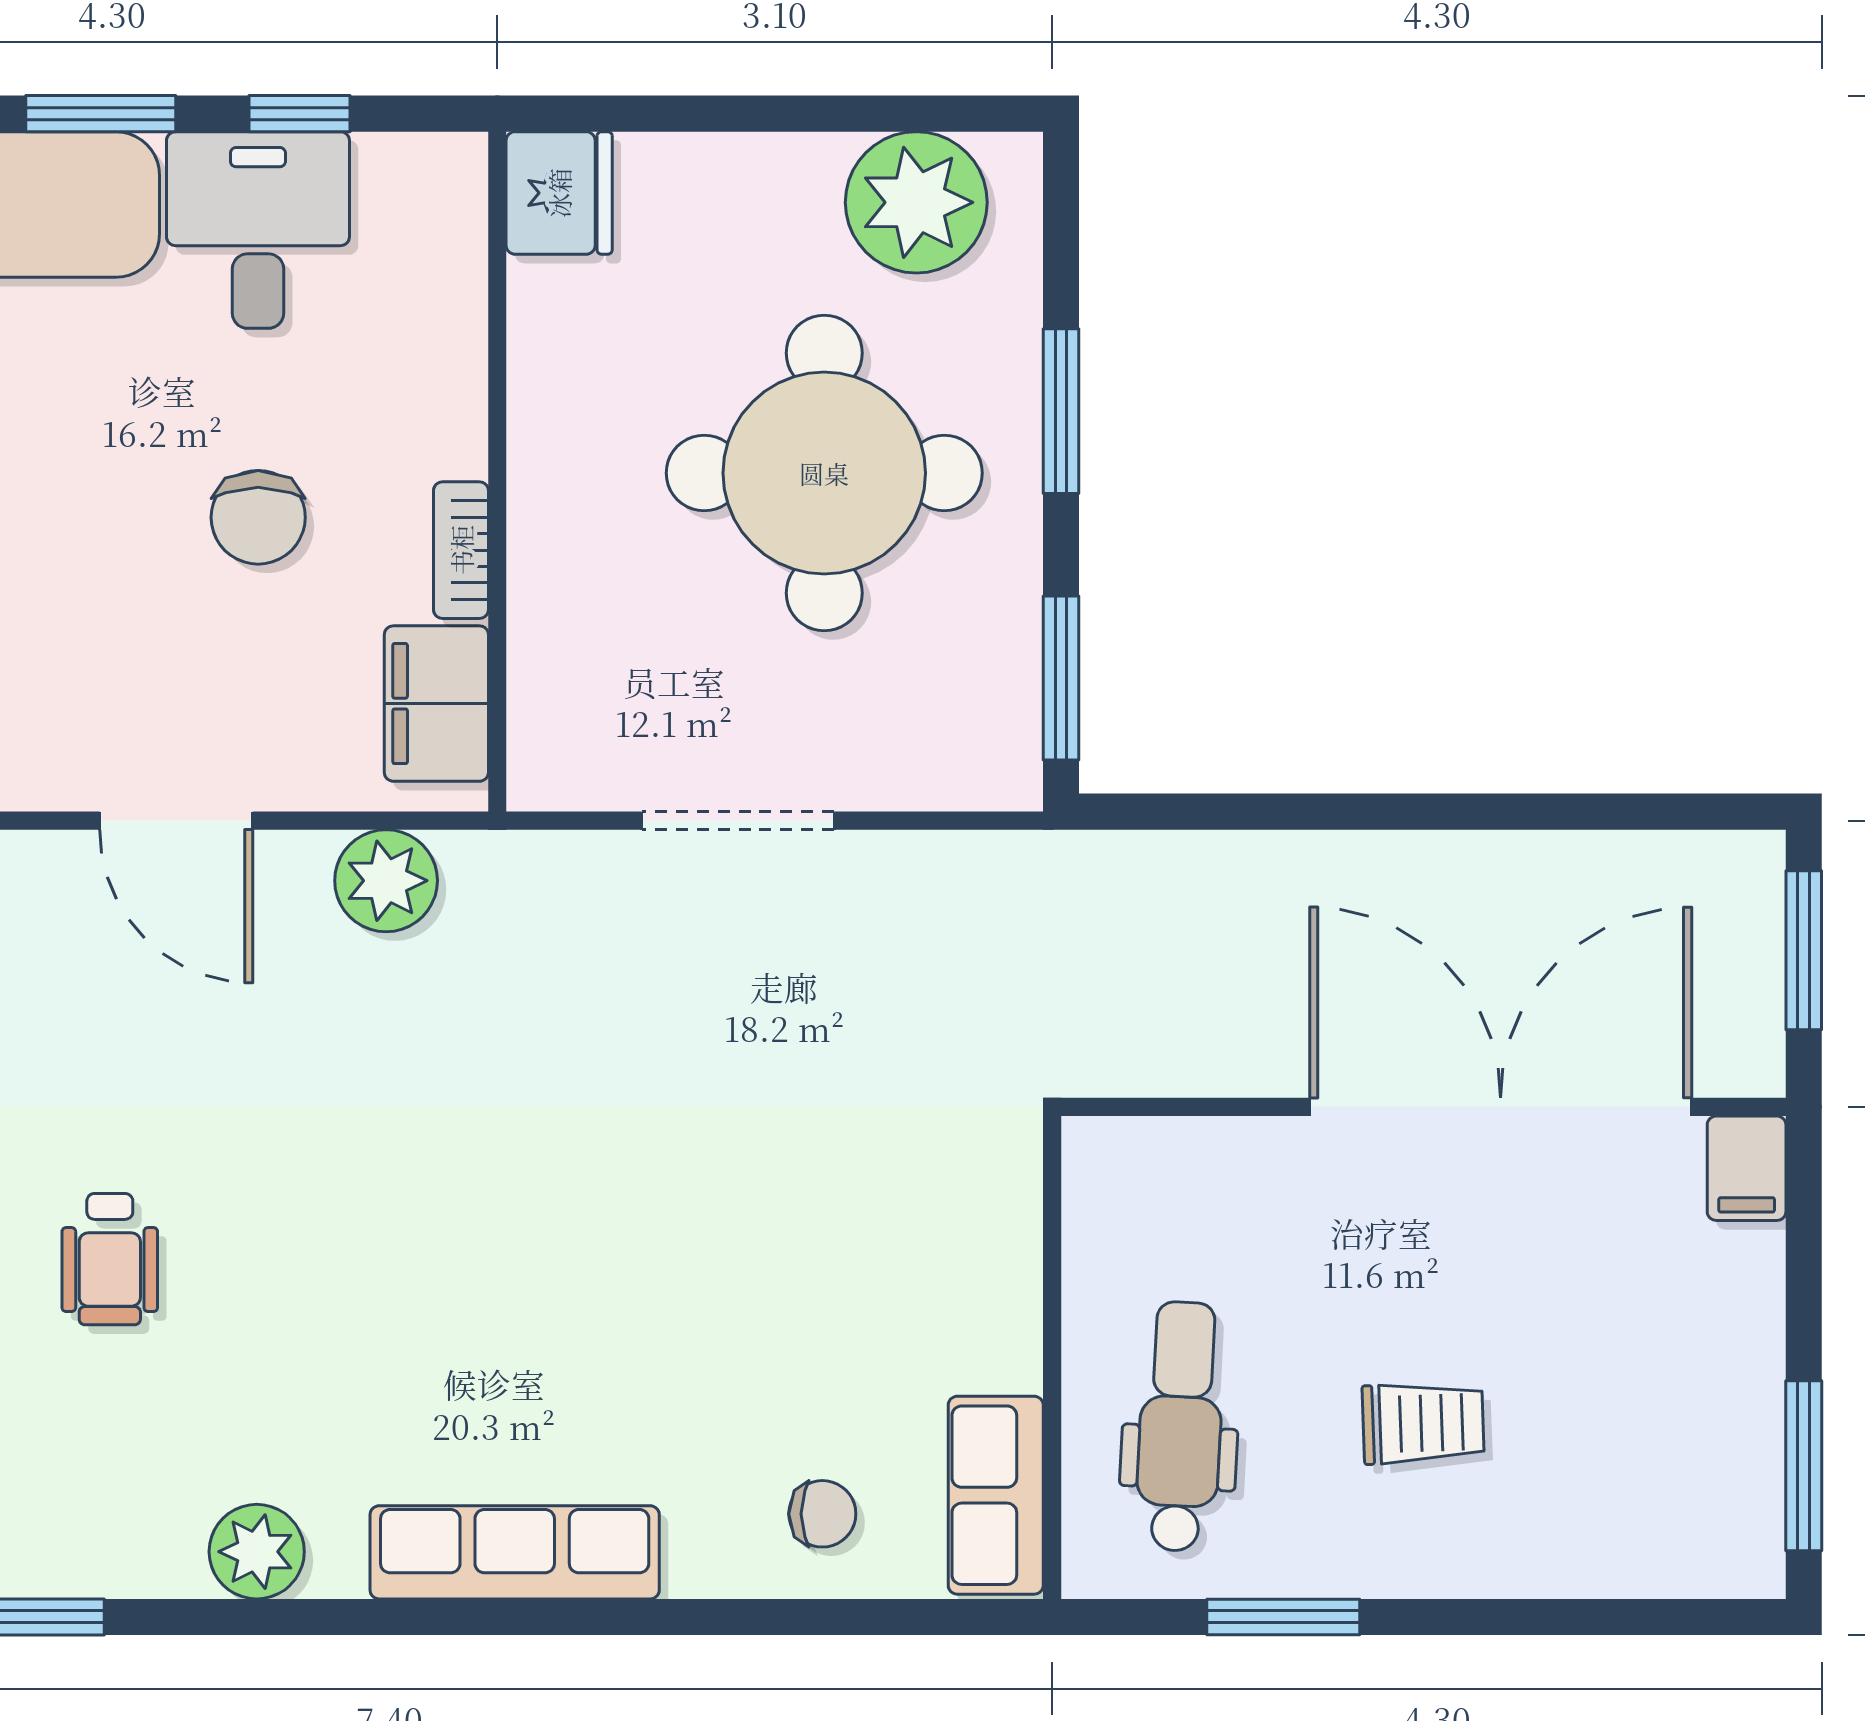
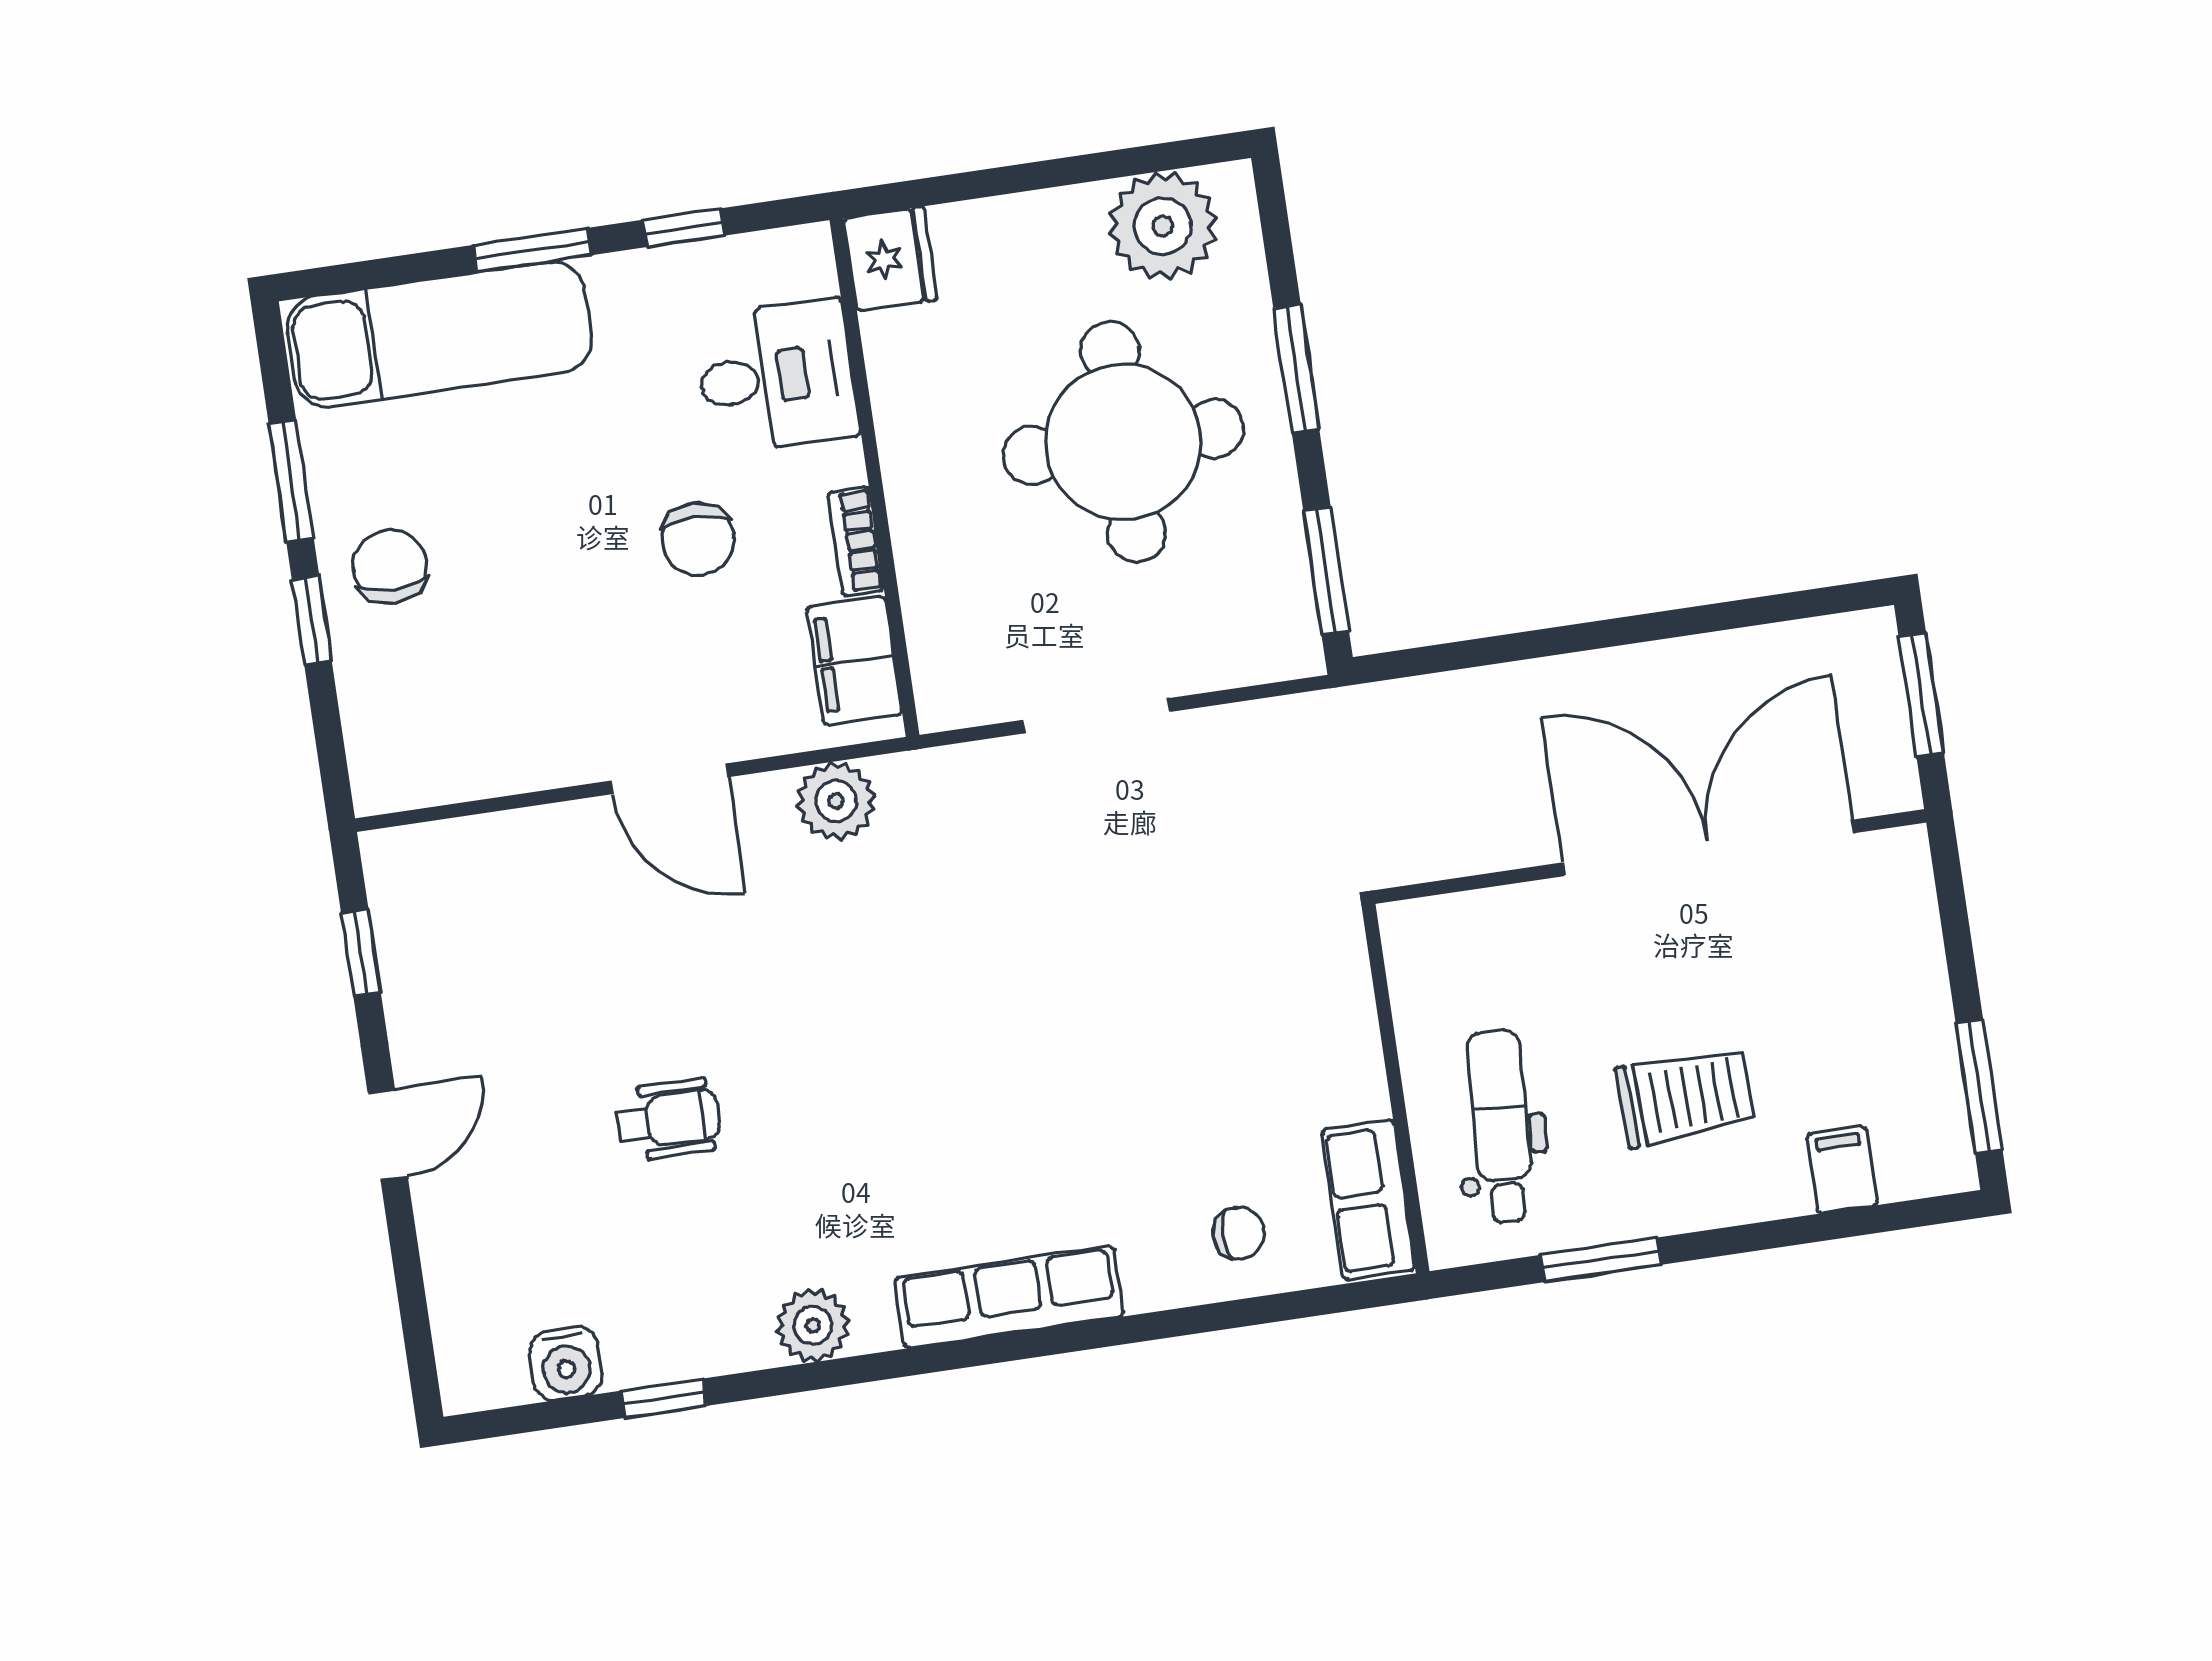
desk: (258, 230) -> (776, 377), moved, turned 90
filing cabinet: (1747, 1168) -> (1842, 1170), moved, turned 180
wheelchair: (110, 1259) -> (668, 1120), turned -90
trolley: (1423, 1423) -> (1685, 1097), width x1.36, depth x1.39

